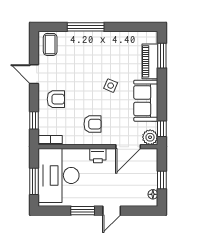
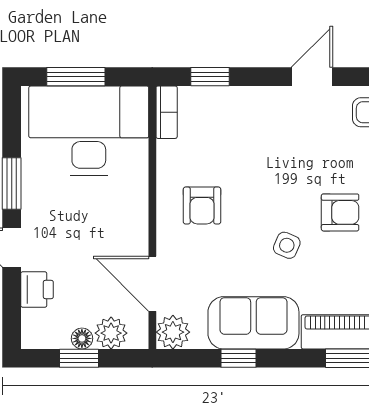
armchair: (56, 99) -> (340, 212), moved, turned -90
window: (162, 129) -> (238, 358), moved
printer: (98, 156) -> (37, 290), moved, turned 180
plant: (150, 165) -> (111, 333), added
floor lamp: (153, 194) -> (82, 338), moved

